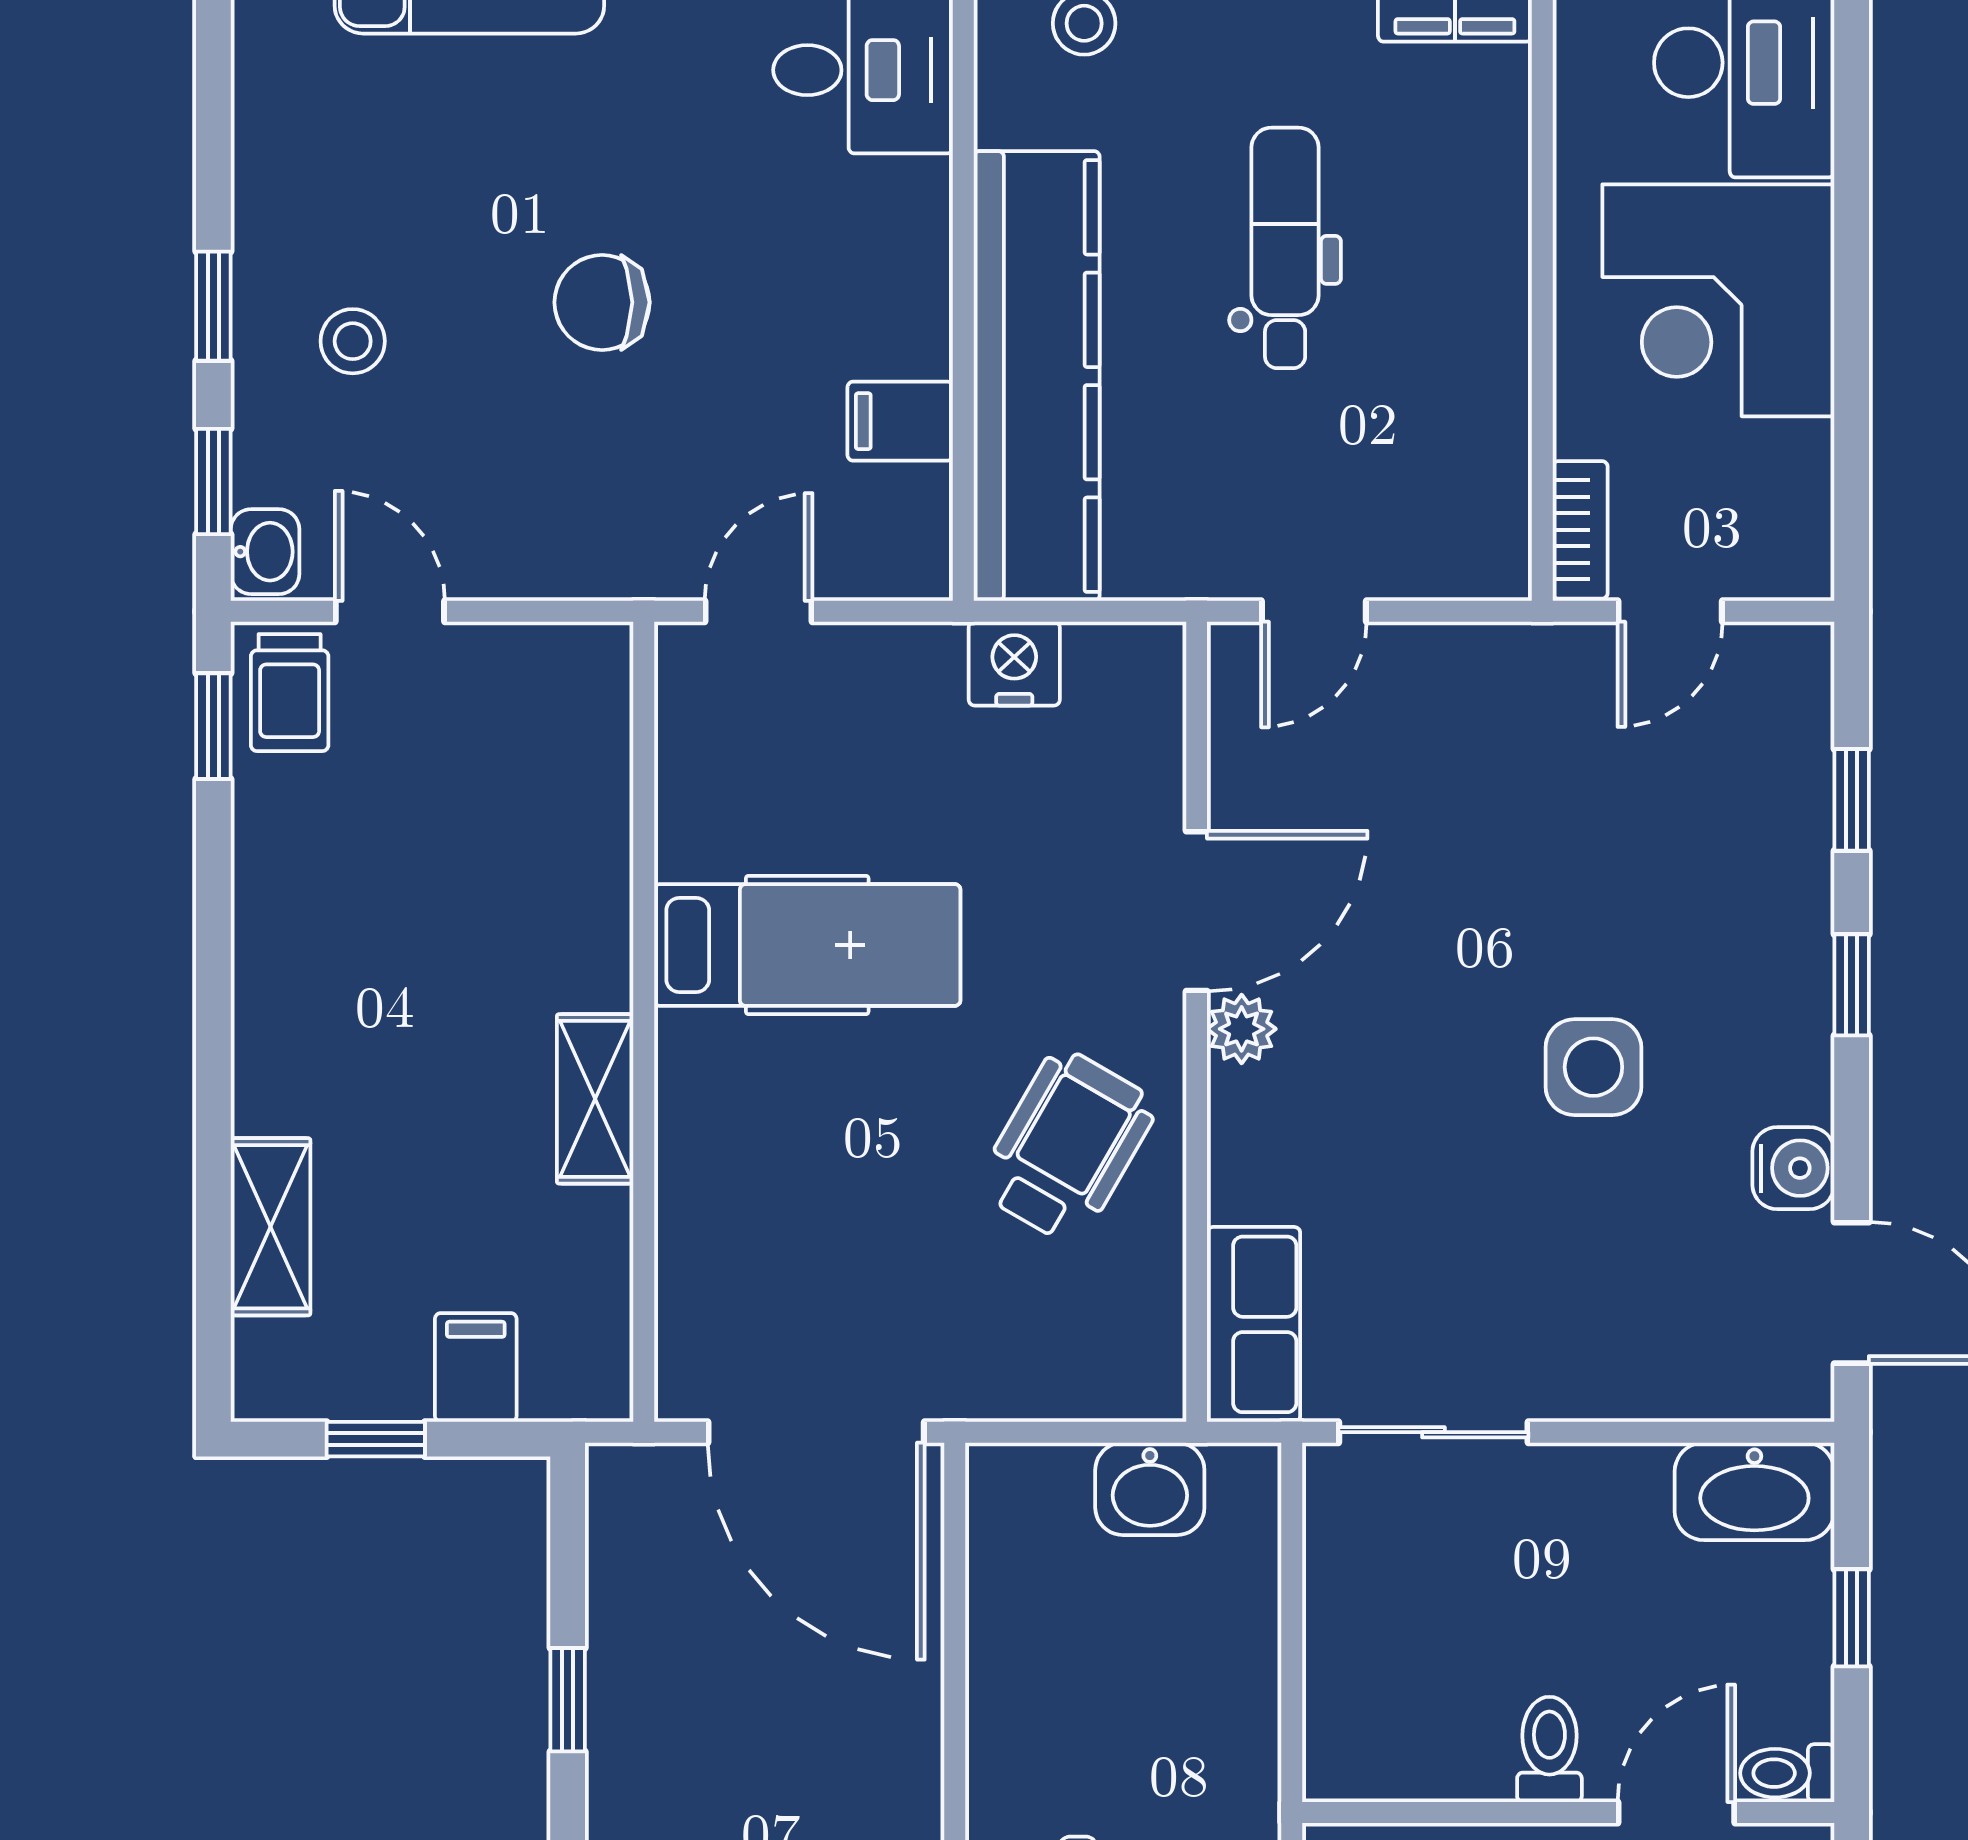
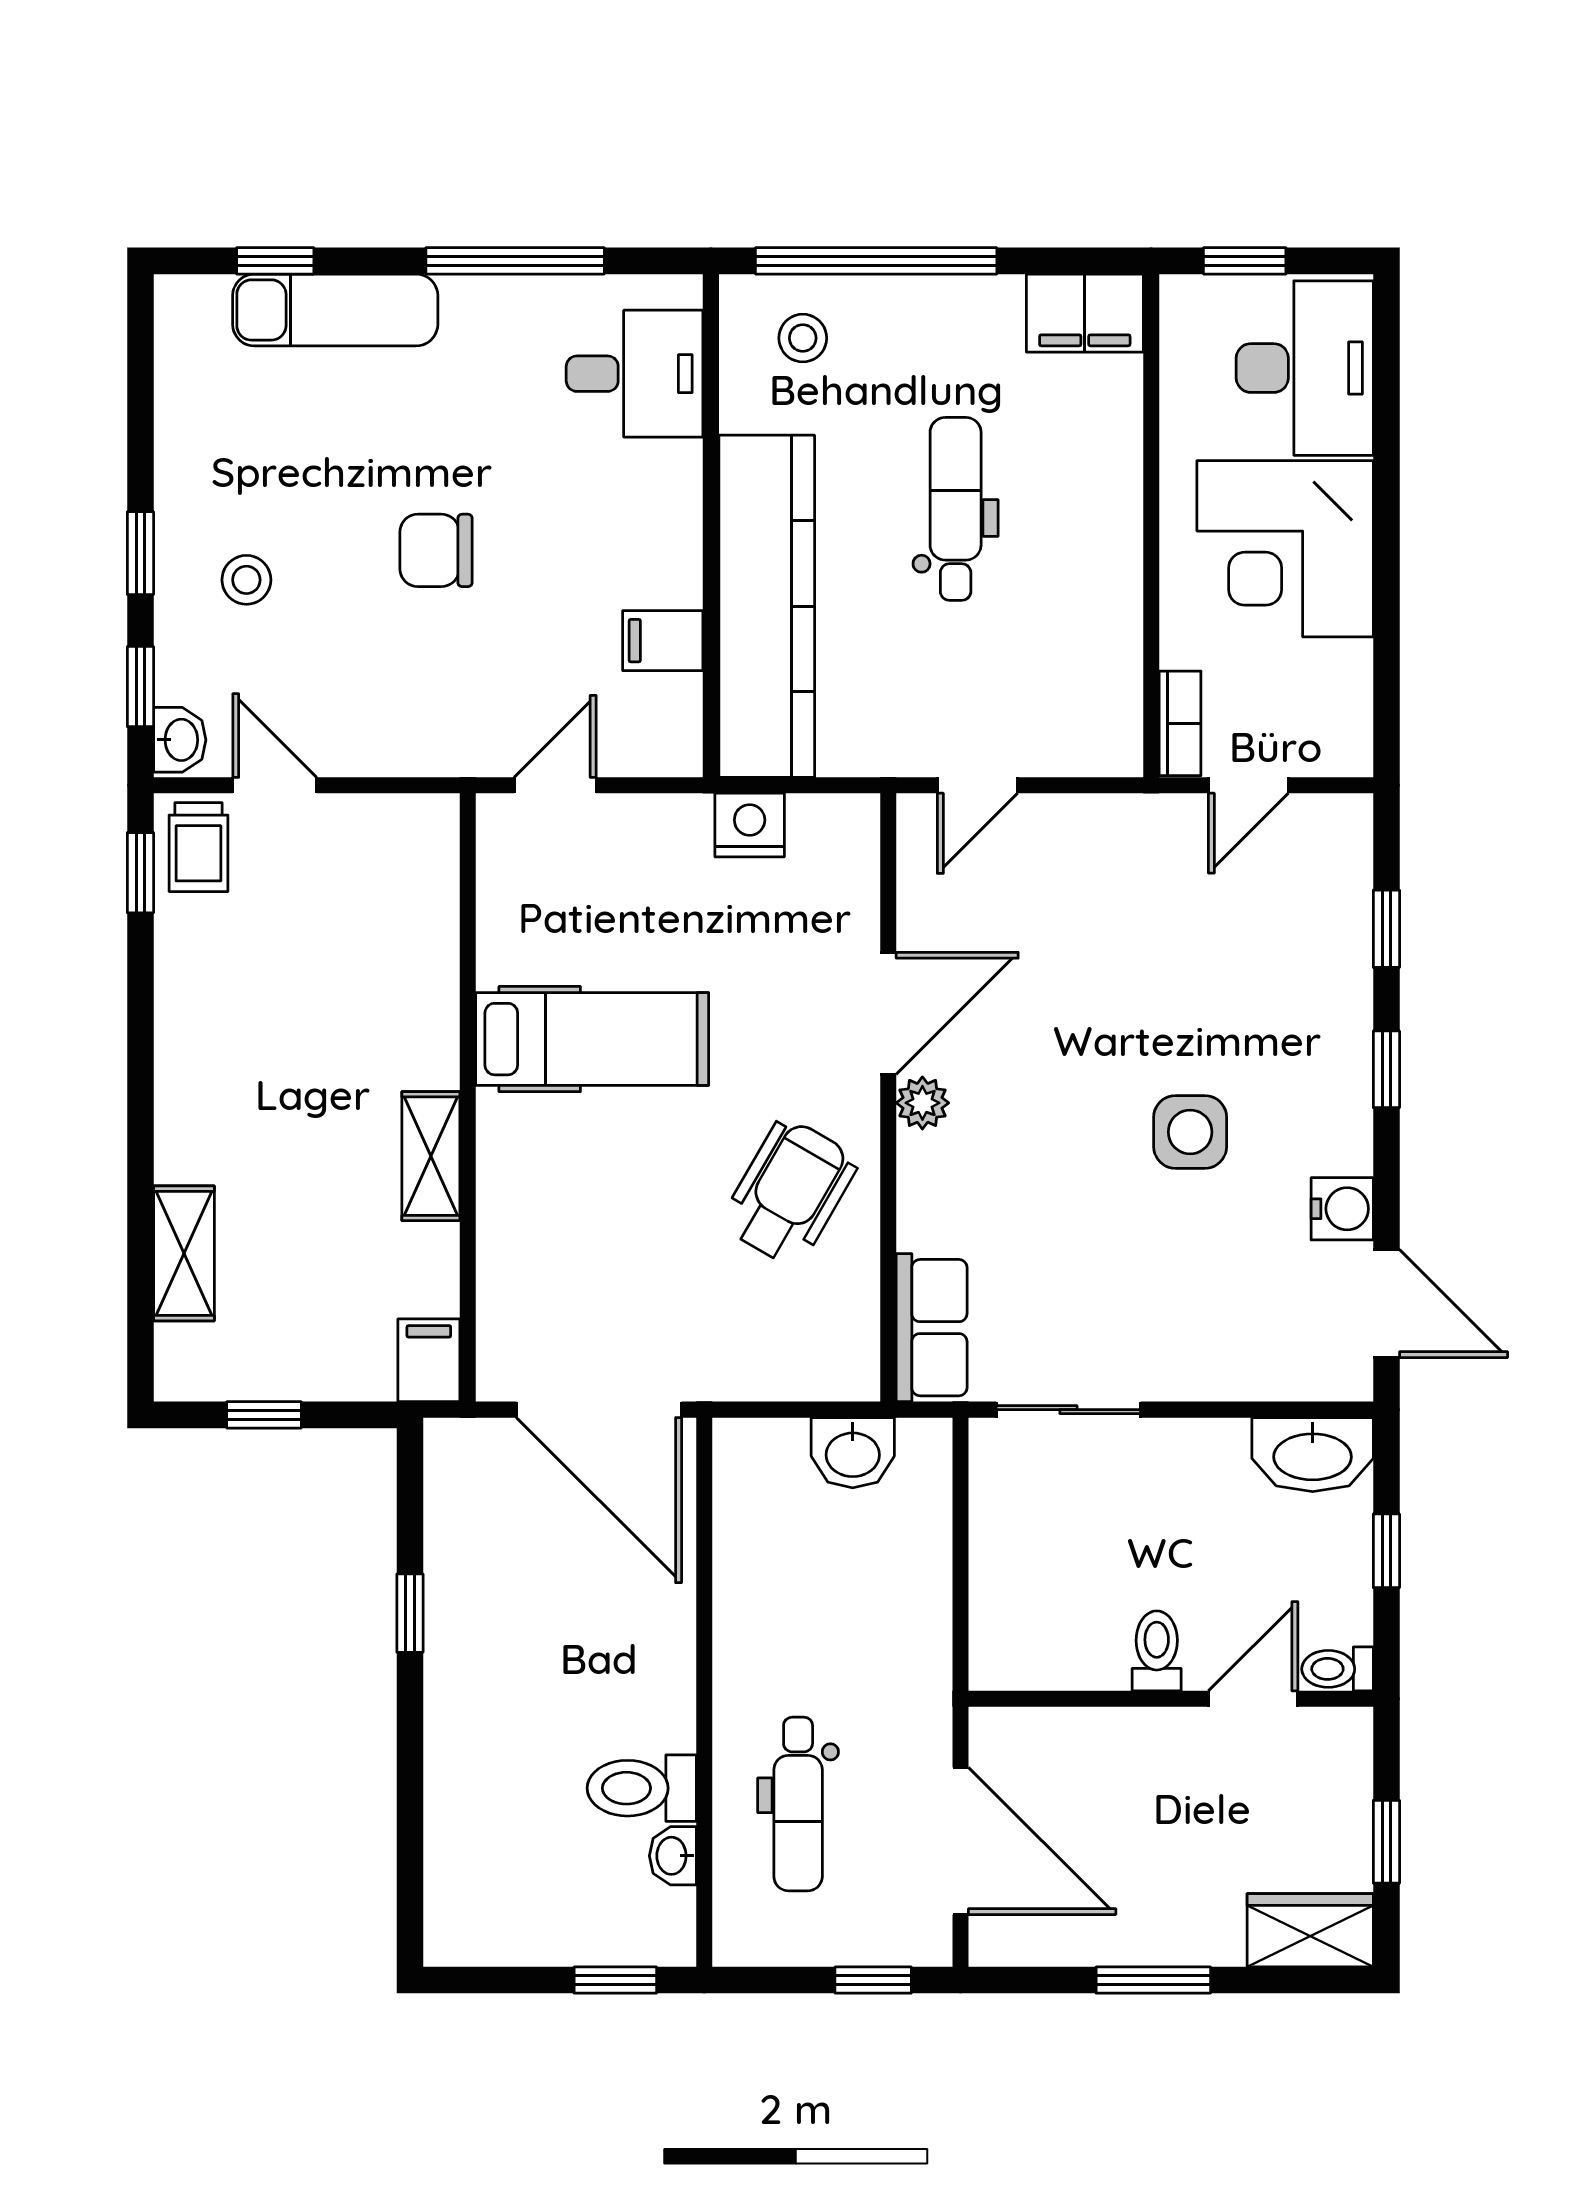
filing cabinet: (476, 1367) -> (429, 1360), moved

